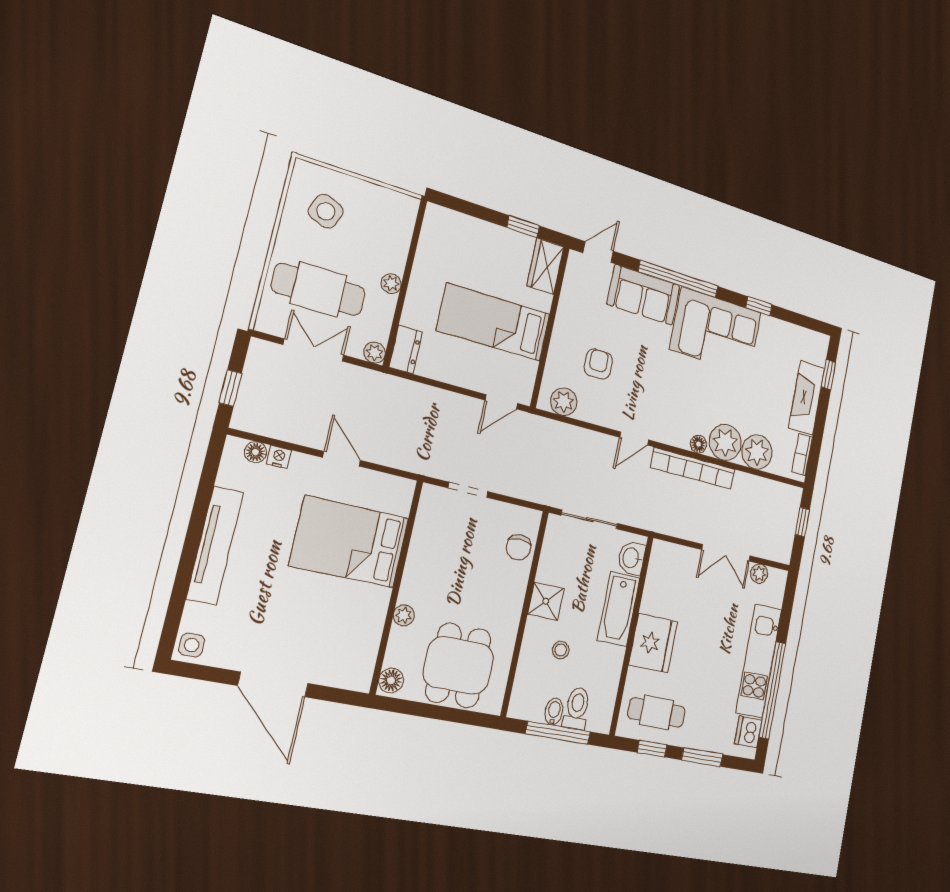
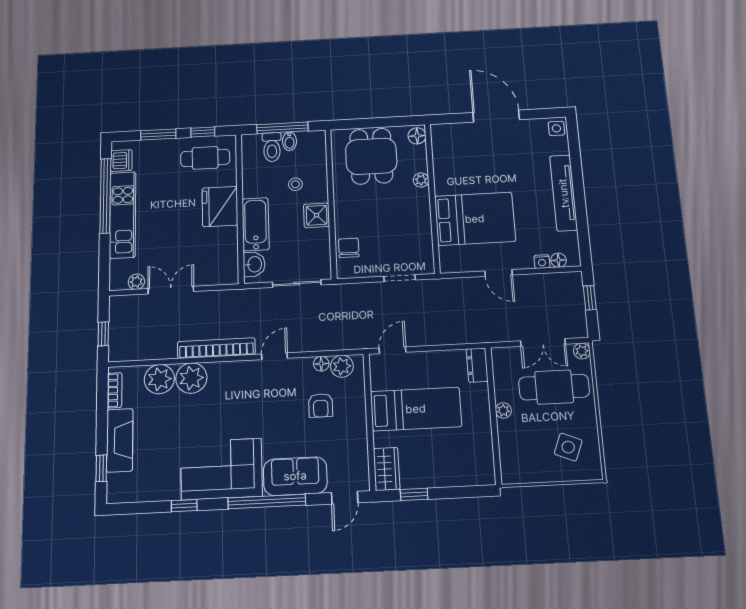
plant: (375, 353) -> (582, 351), moved
floor lamp: (698, 444) -> (321, 364), moved

